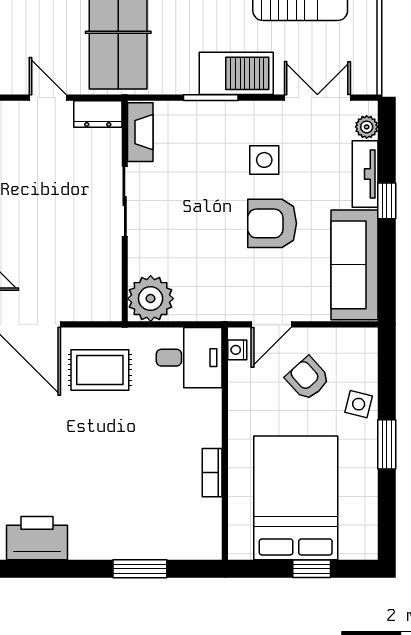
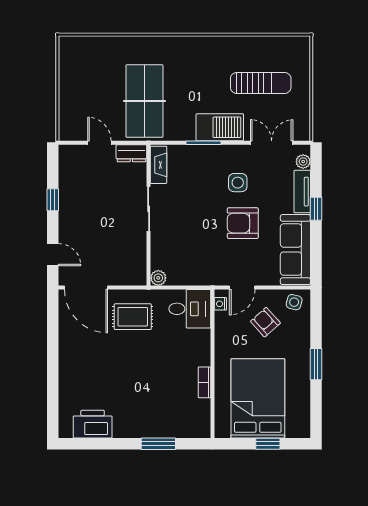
plant: (151, 299) -> (158, 278), width x0.53, depth x0.53
side table: (359, 404) -> (294, 302), moved

